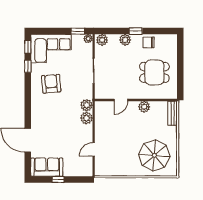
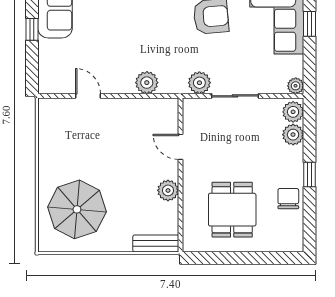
window: (78, 31) -> (309, 24), moved
plant: (125, 40) -> (293, 135), moved
plant: (87, 105) -> (199, 83), moved

